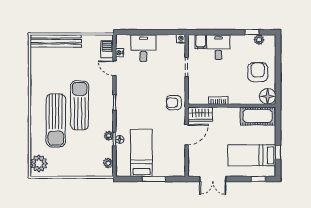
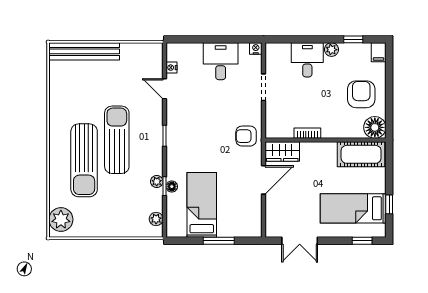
plant: (259, 40) -> (331, 50), moved
filing cabinet: (201, 42) -> (379, 52), moved
desk: (143, 48) -> (221, 61), moved
barbecue: (107, 49) -> (154, 63), removed

